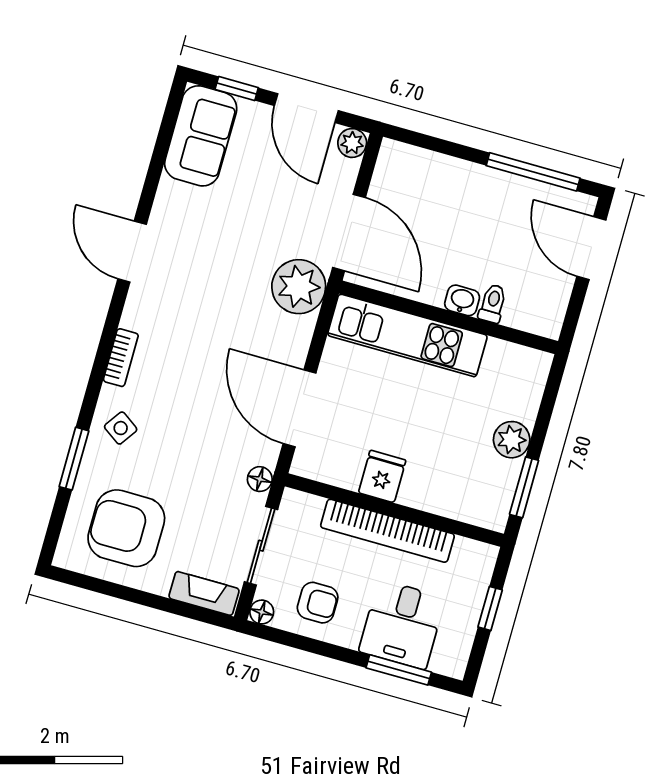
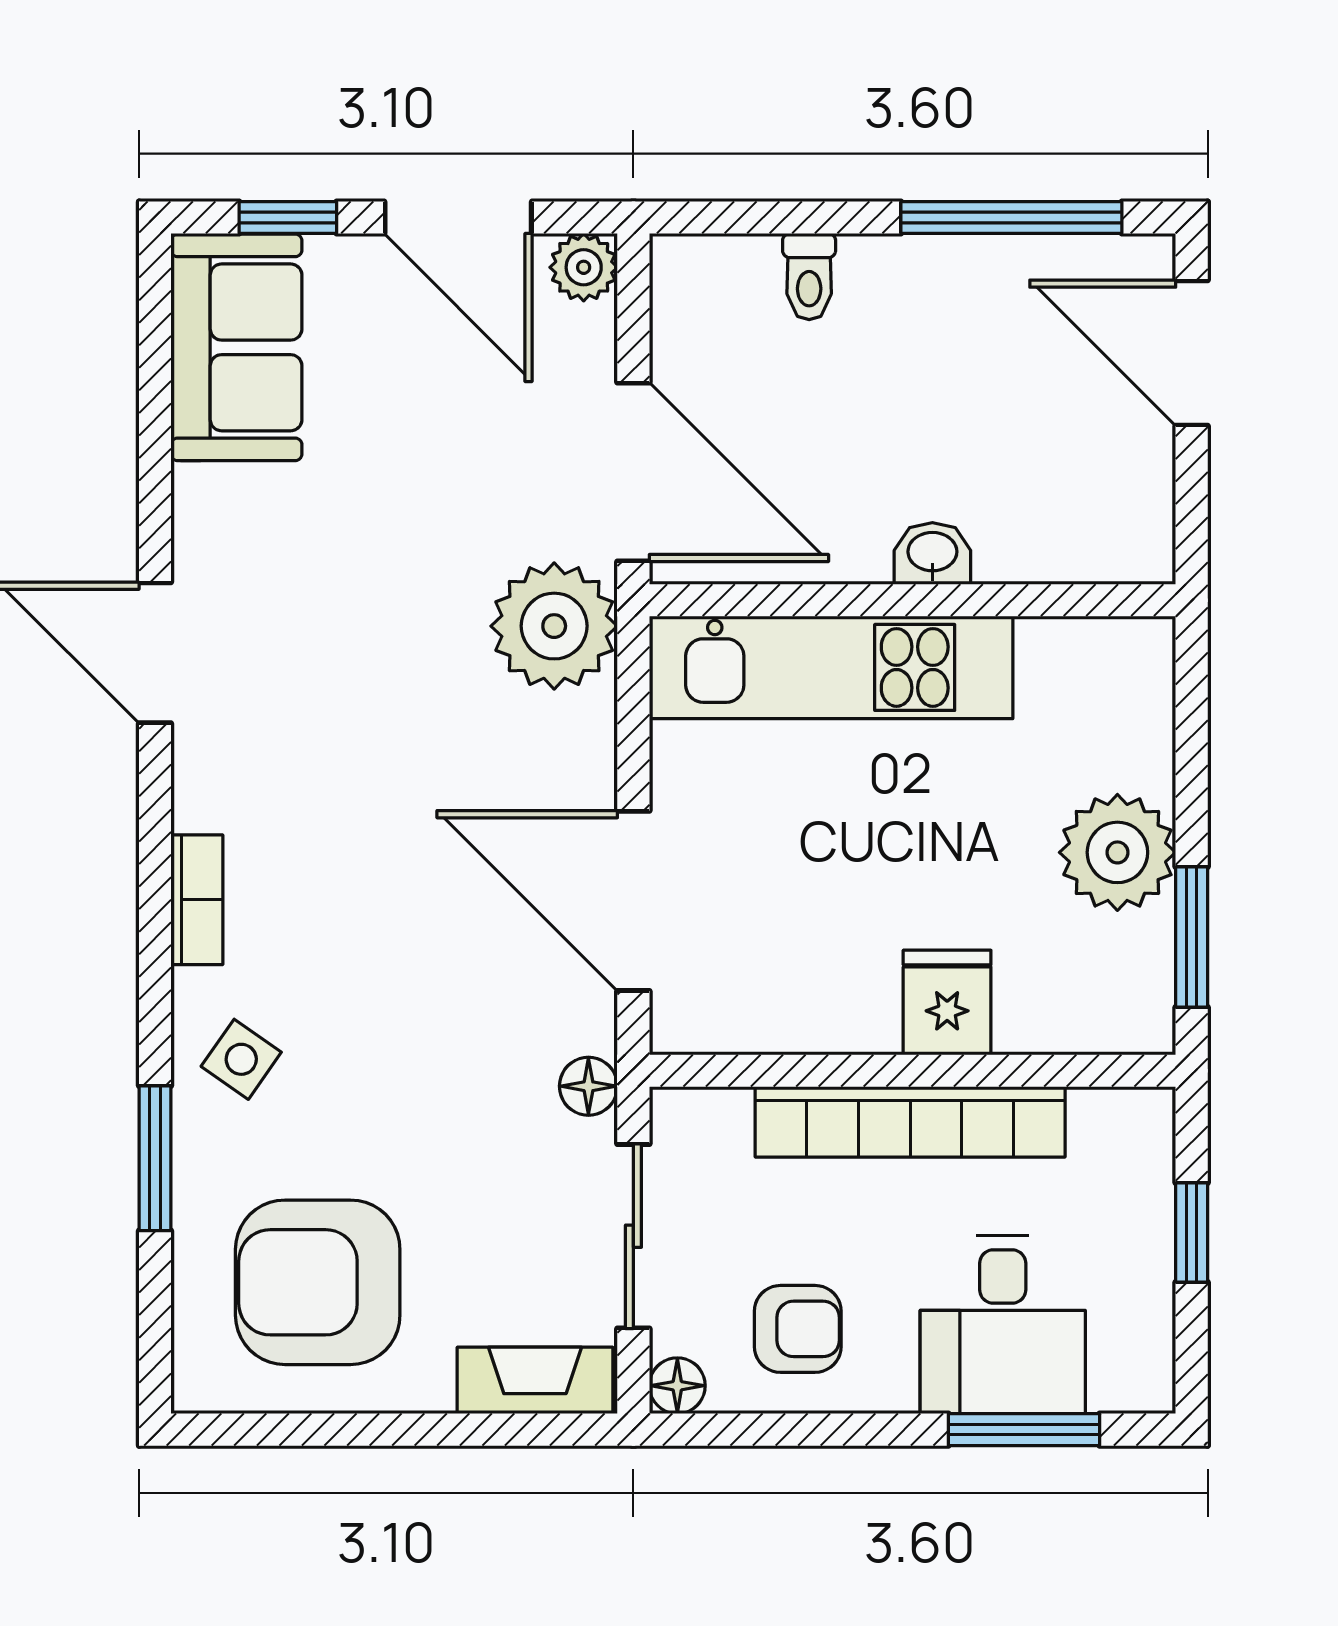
toilet: (493, 304) -> (809, 277), moved, turned 180
plant: (512, 440) -> (1117, 852), width x1.36, depth x1.36
fridge: (382, 476) -> (947, 1002), moved

